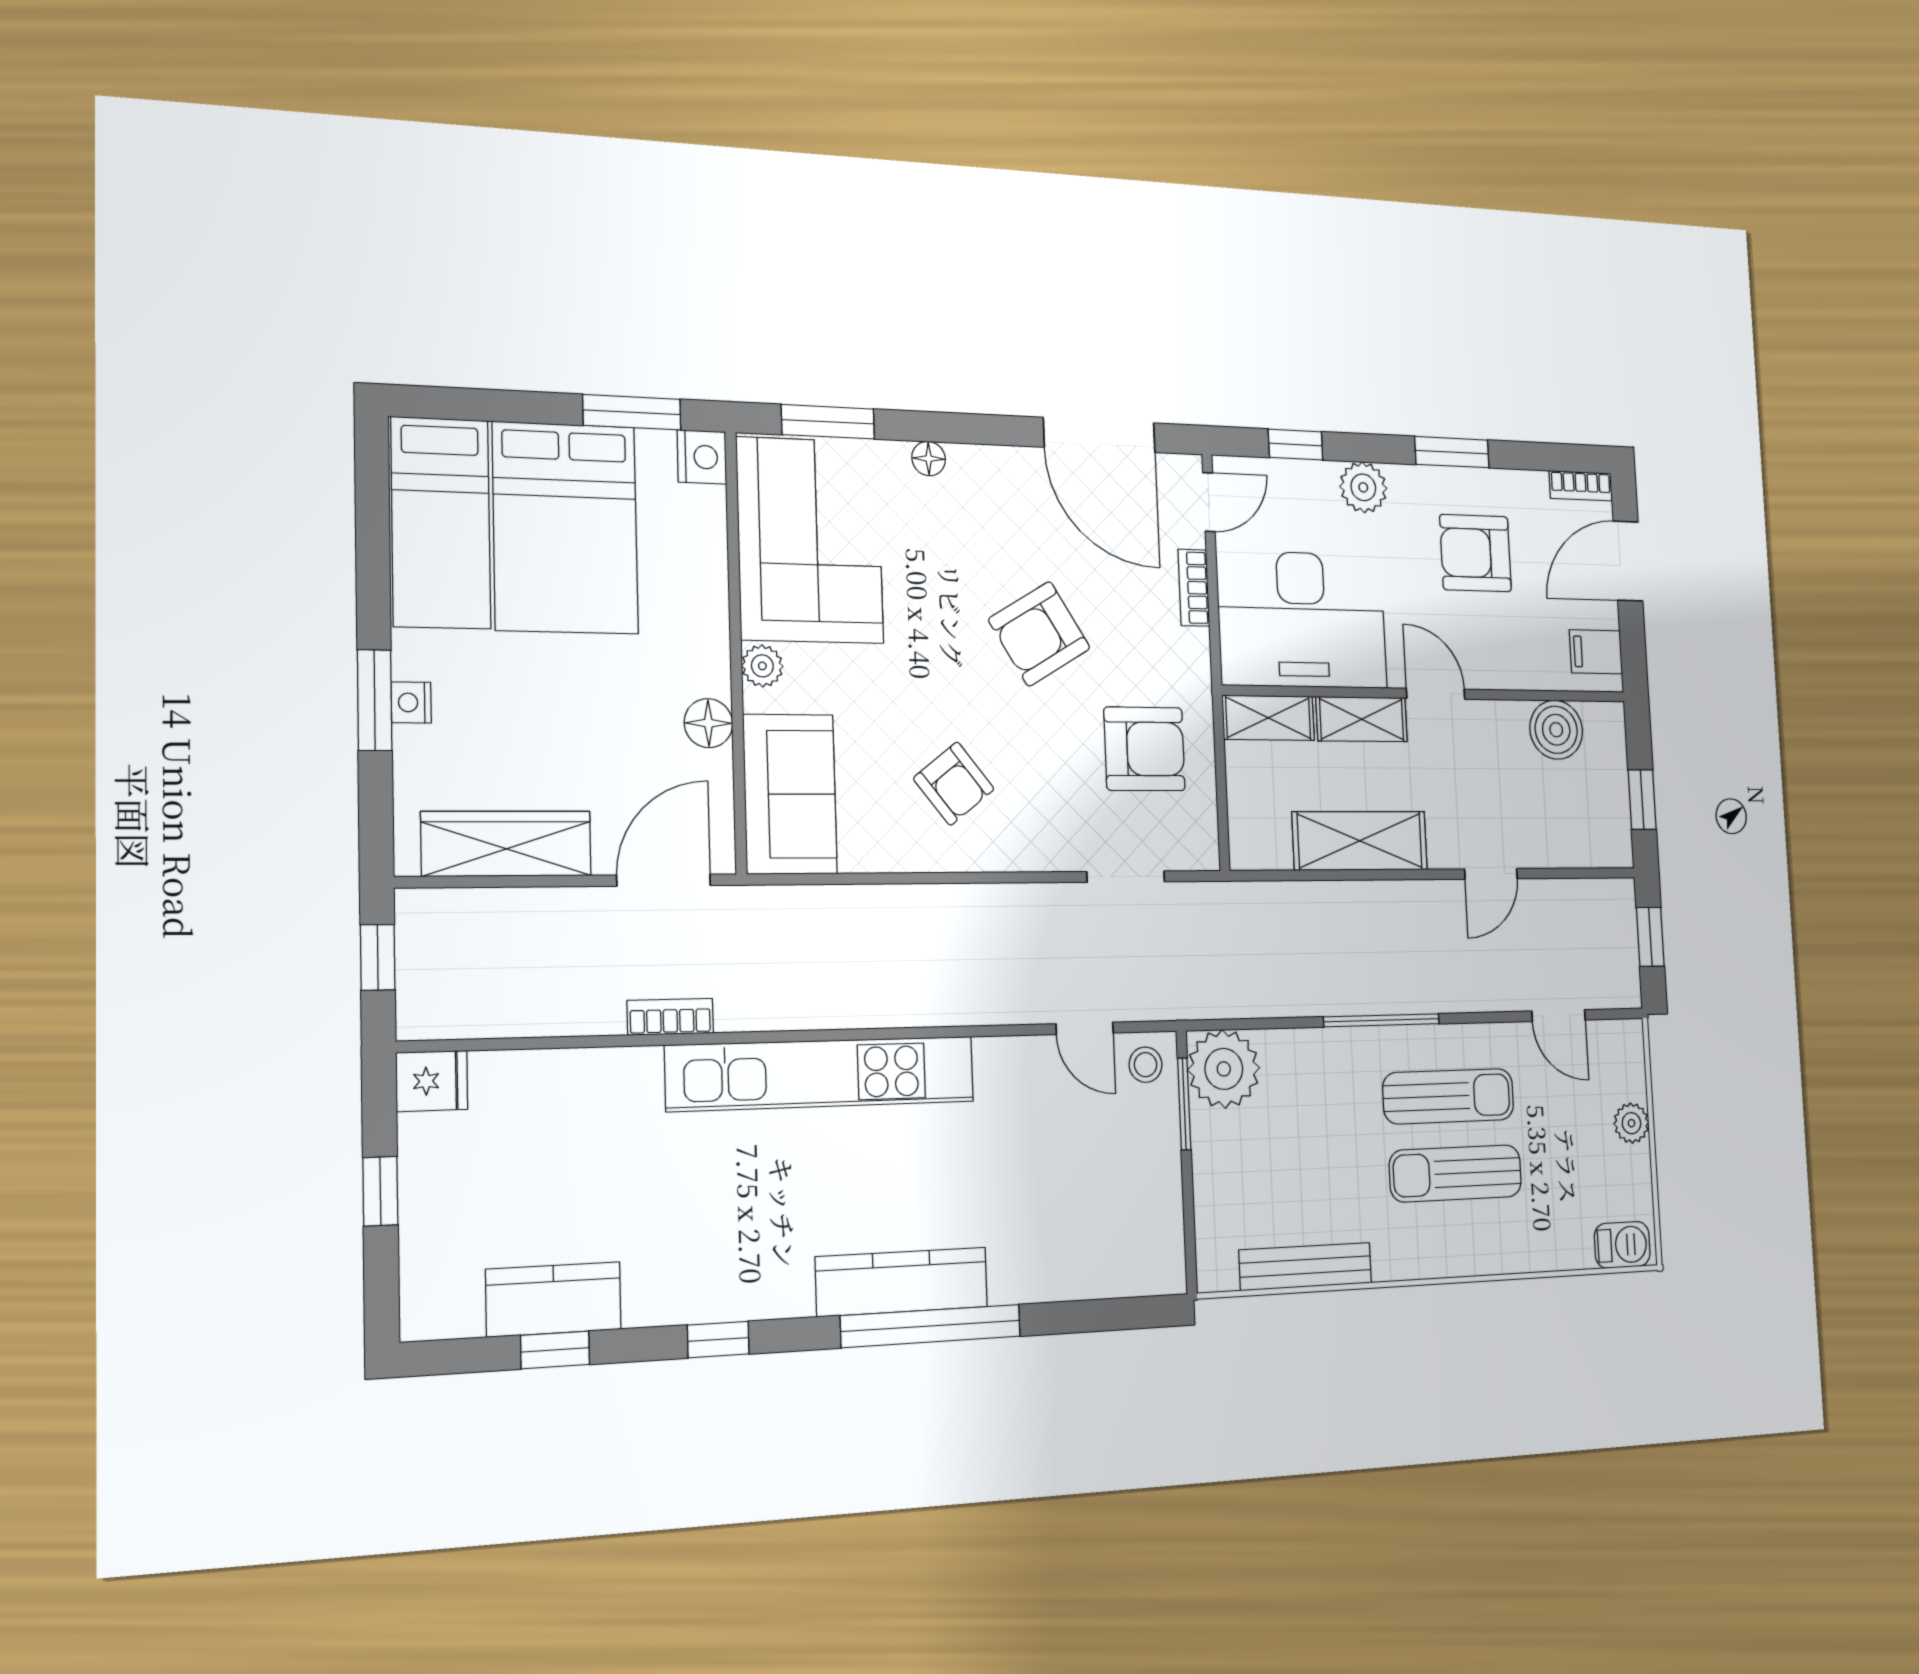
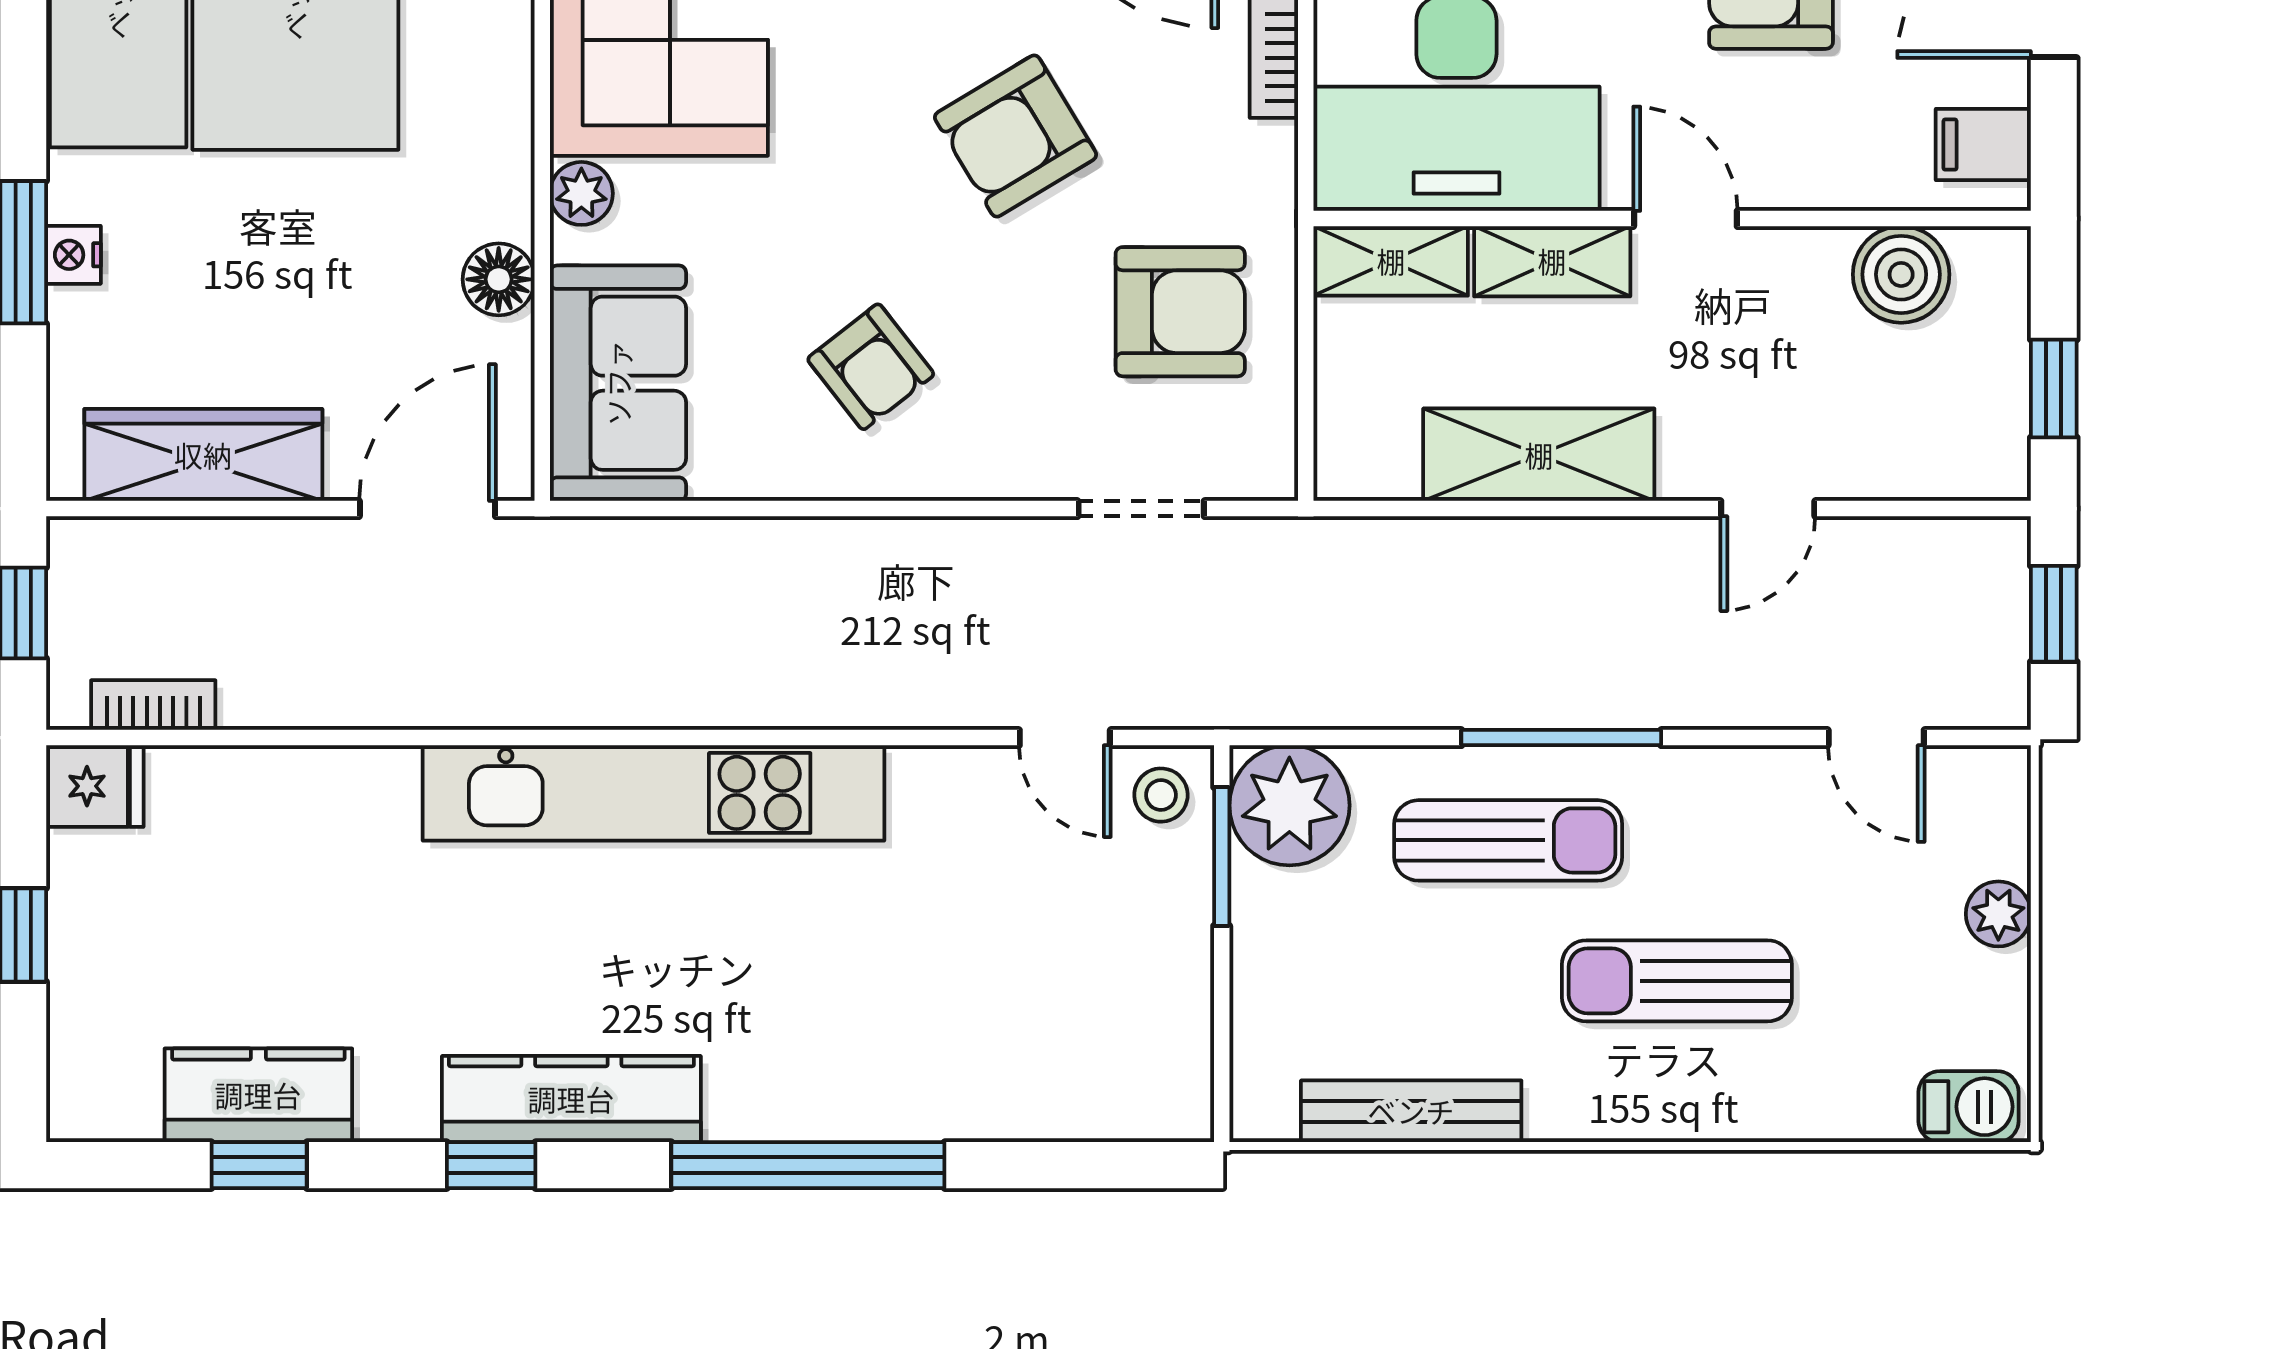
bookcase: (670, 1017) -> (153, 705), moved
sun lounger: (1448, 1096) -> (1508, 840), moved
kitchen counter: (902, 1282) -> (571, 1099), moved

